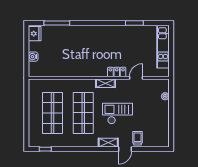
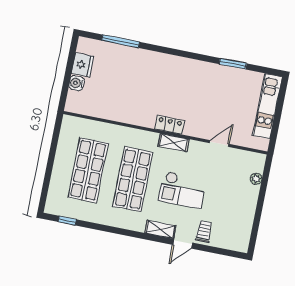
fridge: (35, 34) -> (82, 65), moved
locker: (117, 72) -> (170, 125), moved
checkout: (118, 114) -> (182, 190), turned 180

